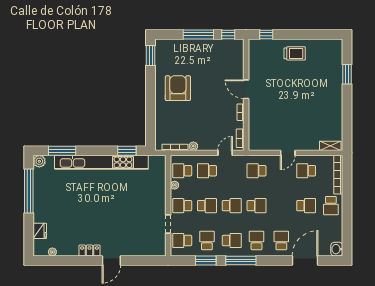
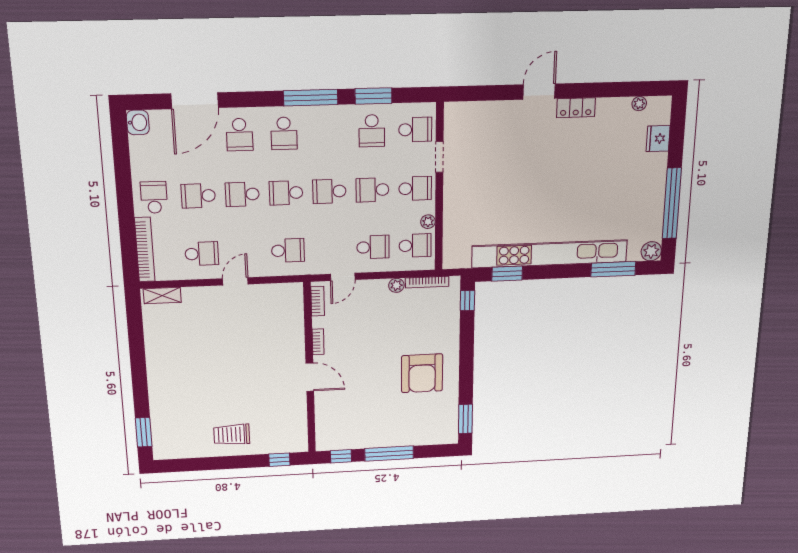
window: (347, 74) -> (144, 432), moved
window: (151, 135) -> (467, 301), added
school desk: (232, 241) -> (242, 194), moved

